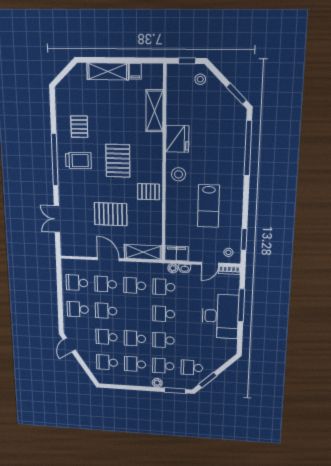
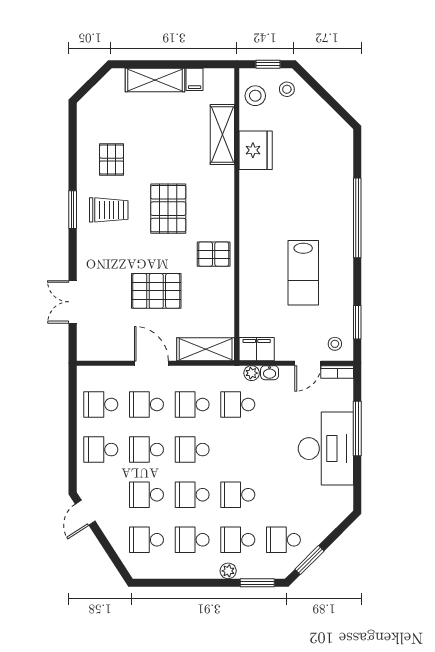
window: (236, 94) -> (338, 108), removed
fridge: (177, 139) -> (256, 150), moved
window: (248, 148) -> (357, 218), moved
window: (55, 160) -> (73, 210), width x0.47
stool: (178, 174) -> (255, 96), moved
school desk: (164, 314) -> (192, 450), moved

